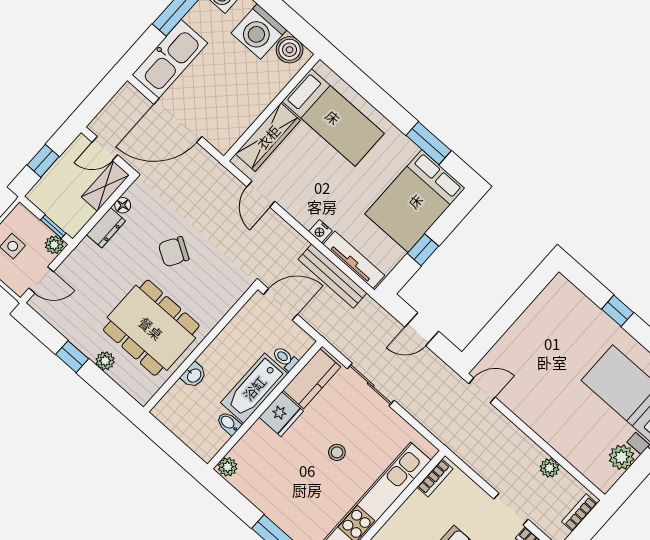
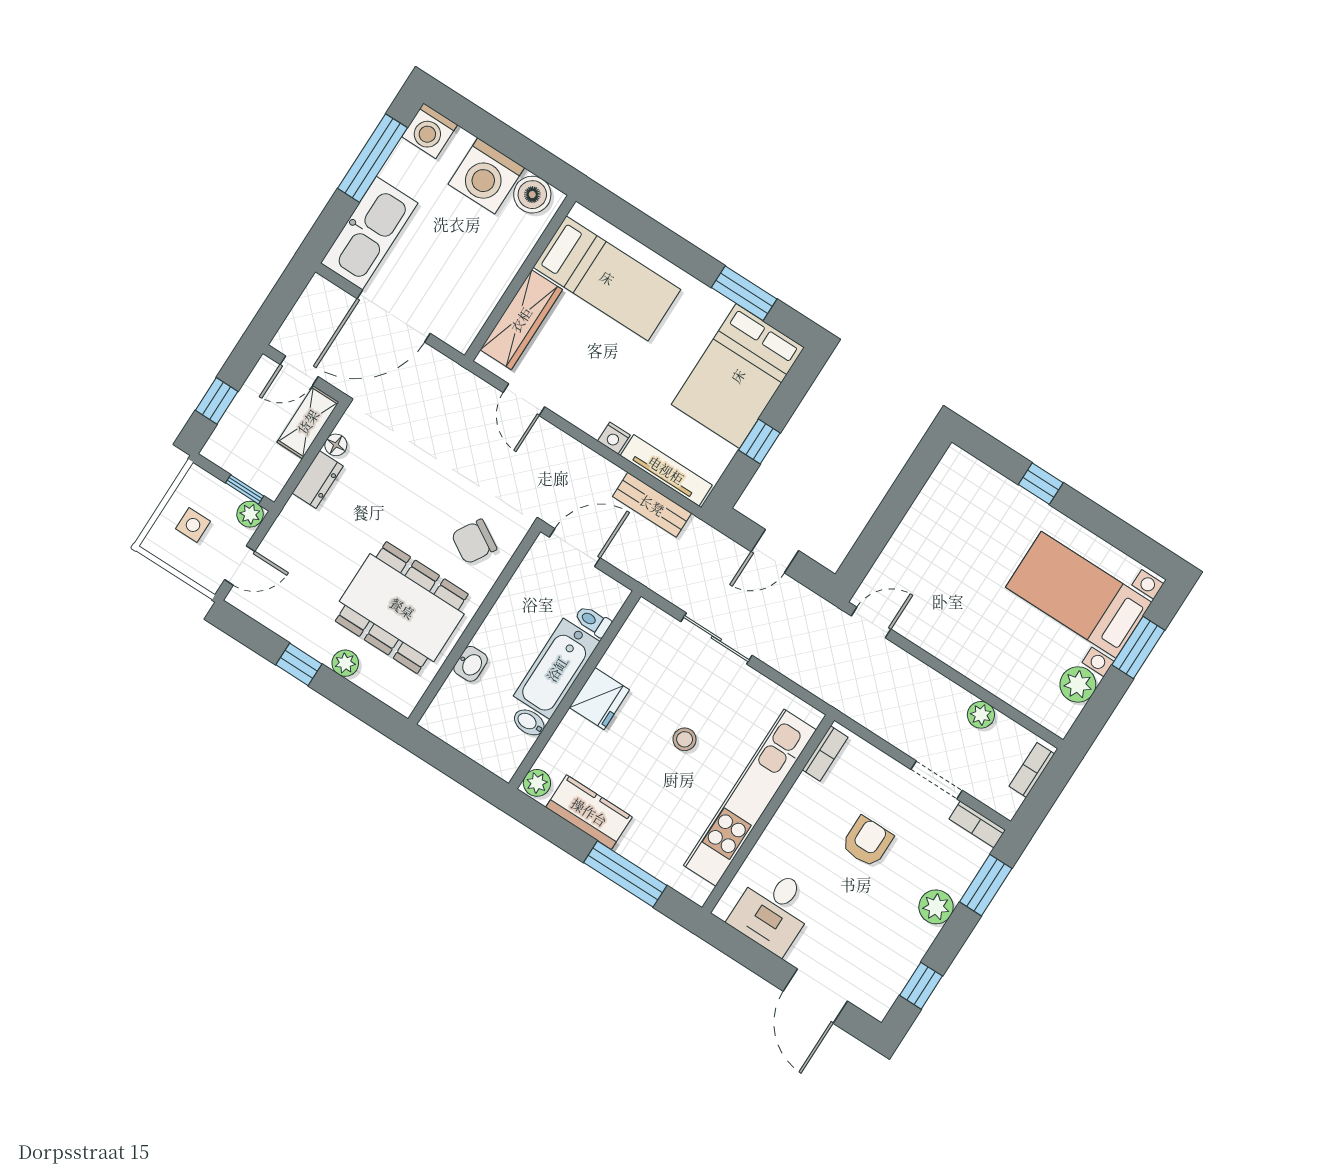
chair: (174, 252) -> (474, 542), moved
bench: (333, 276) -> (652, 505), width x0.73
kitchen counter: (312, 379) -> (589, 812), moved, turned -90

